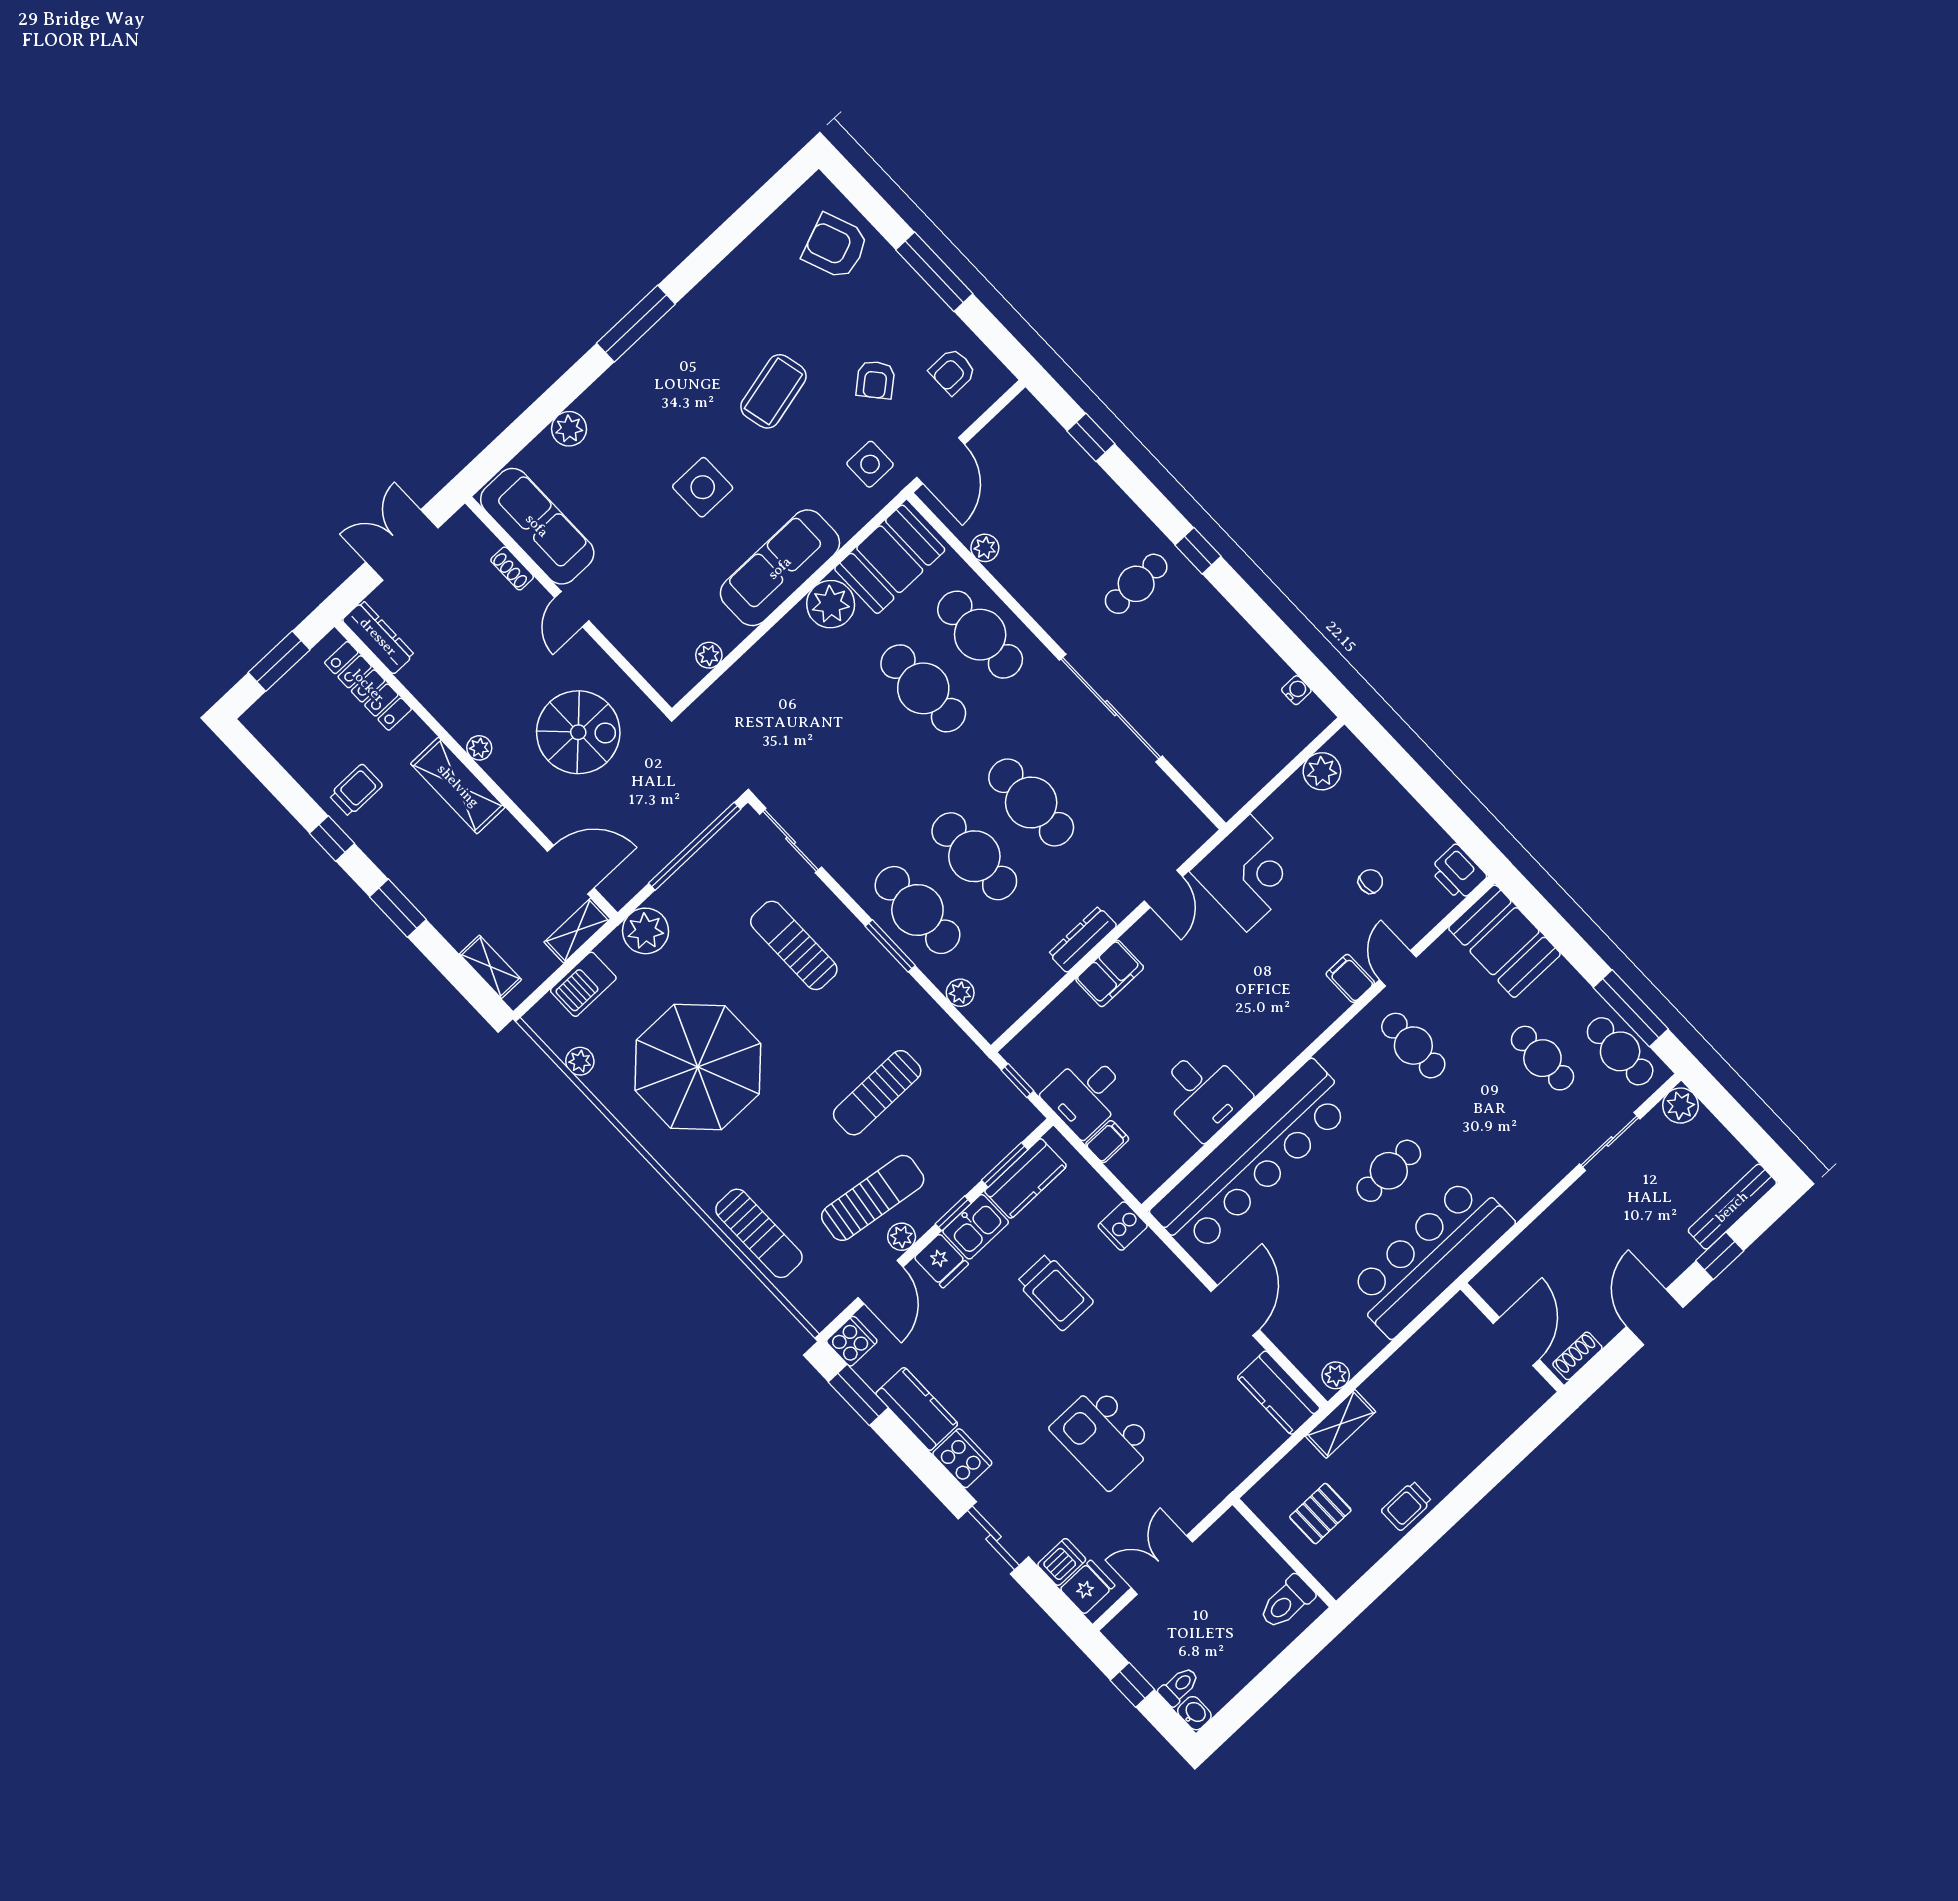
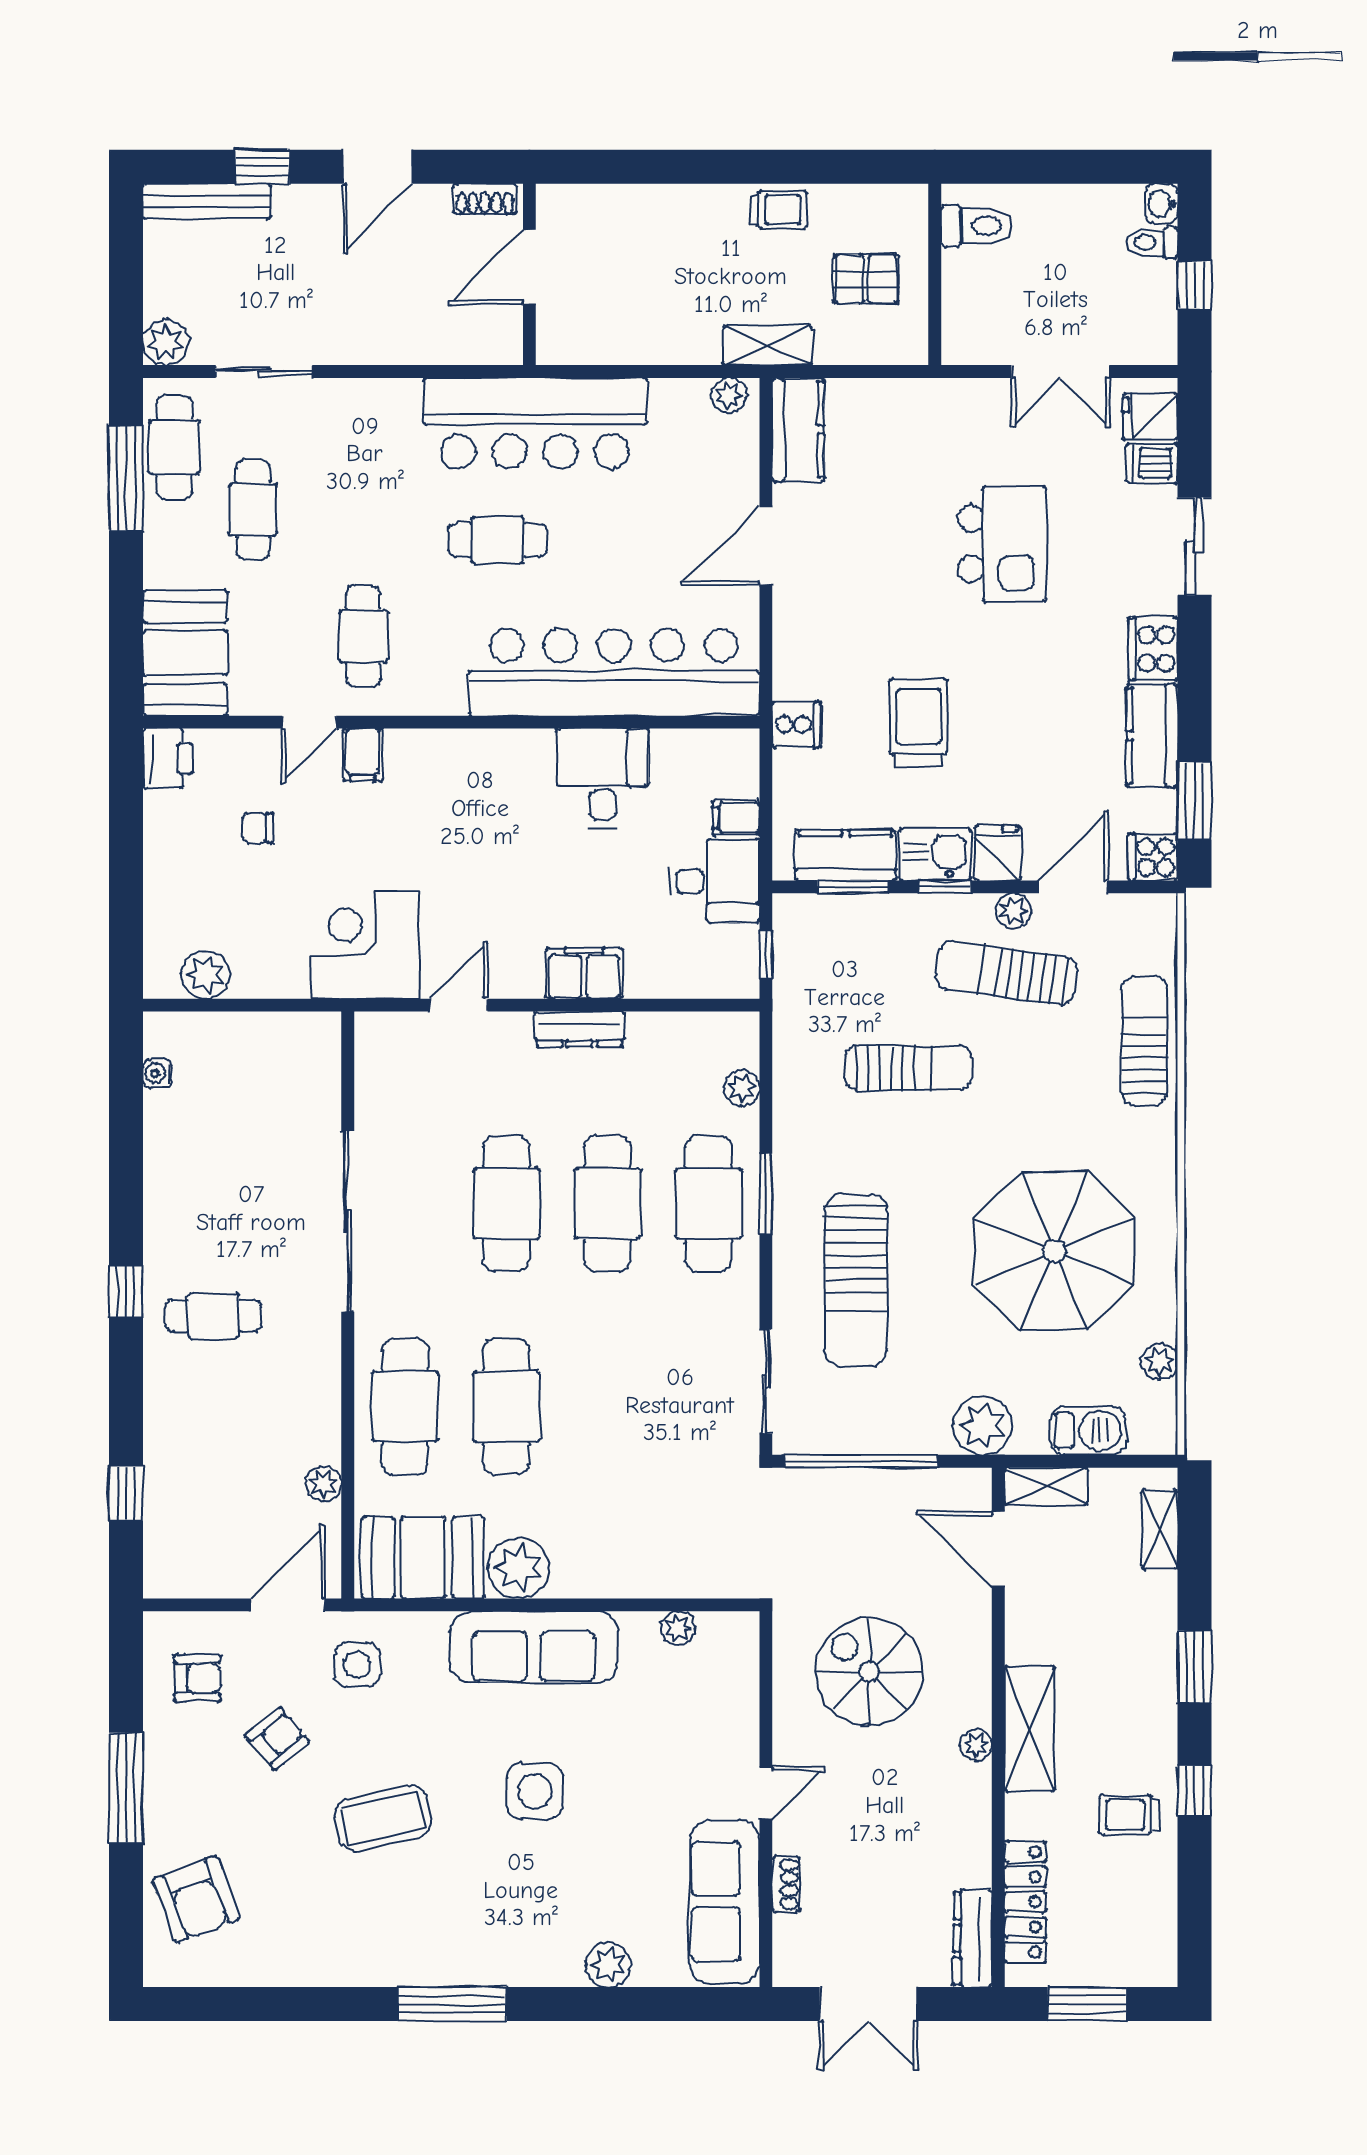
sun lounger: (794, 945) -> (856, 1280), width x1.36, depth x1.34

